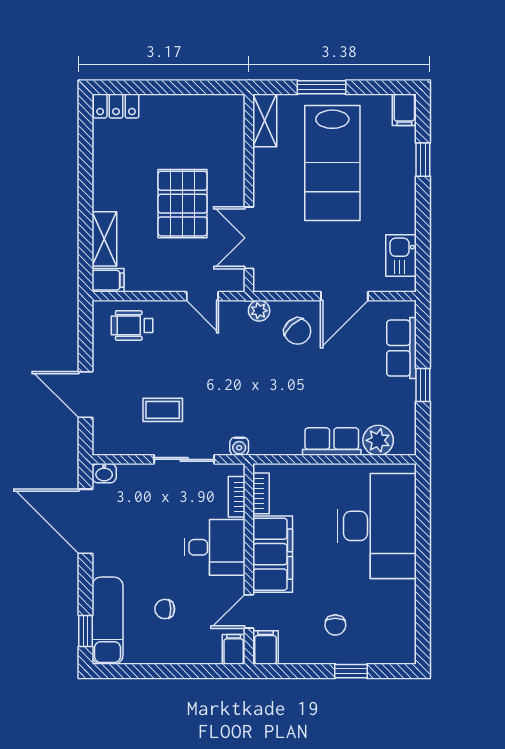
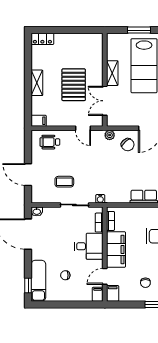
shelving: (265, 120) -> (112, 73), moved
shelving: (104, 239) -> (37, 83), moved

